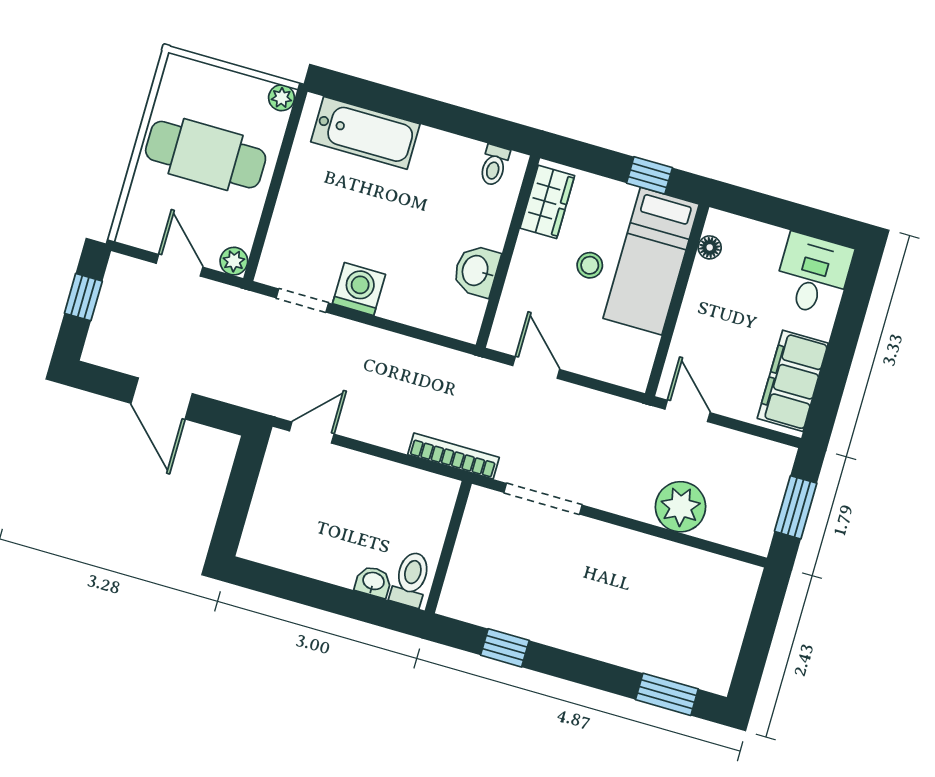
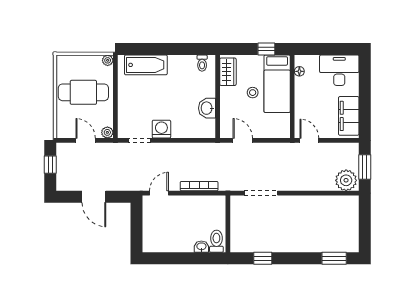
desk: (813, 274) -> (339, 70), width x1.37
bookcase: (453, 456) -> (199, 186), moved
plant: (680, 507) -> (346, 180), moved

